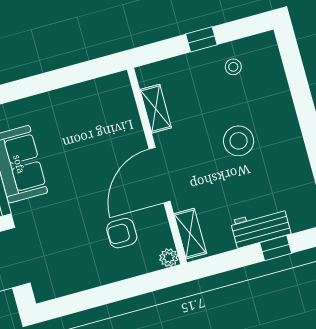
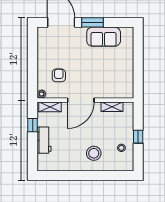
stool: (239, 141) -> (94, 153), moved
door: (160, 175) -> (81, 100), swing flipped
window: (276, 248) -> (33, 125), moved

